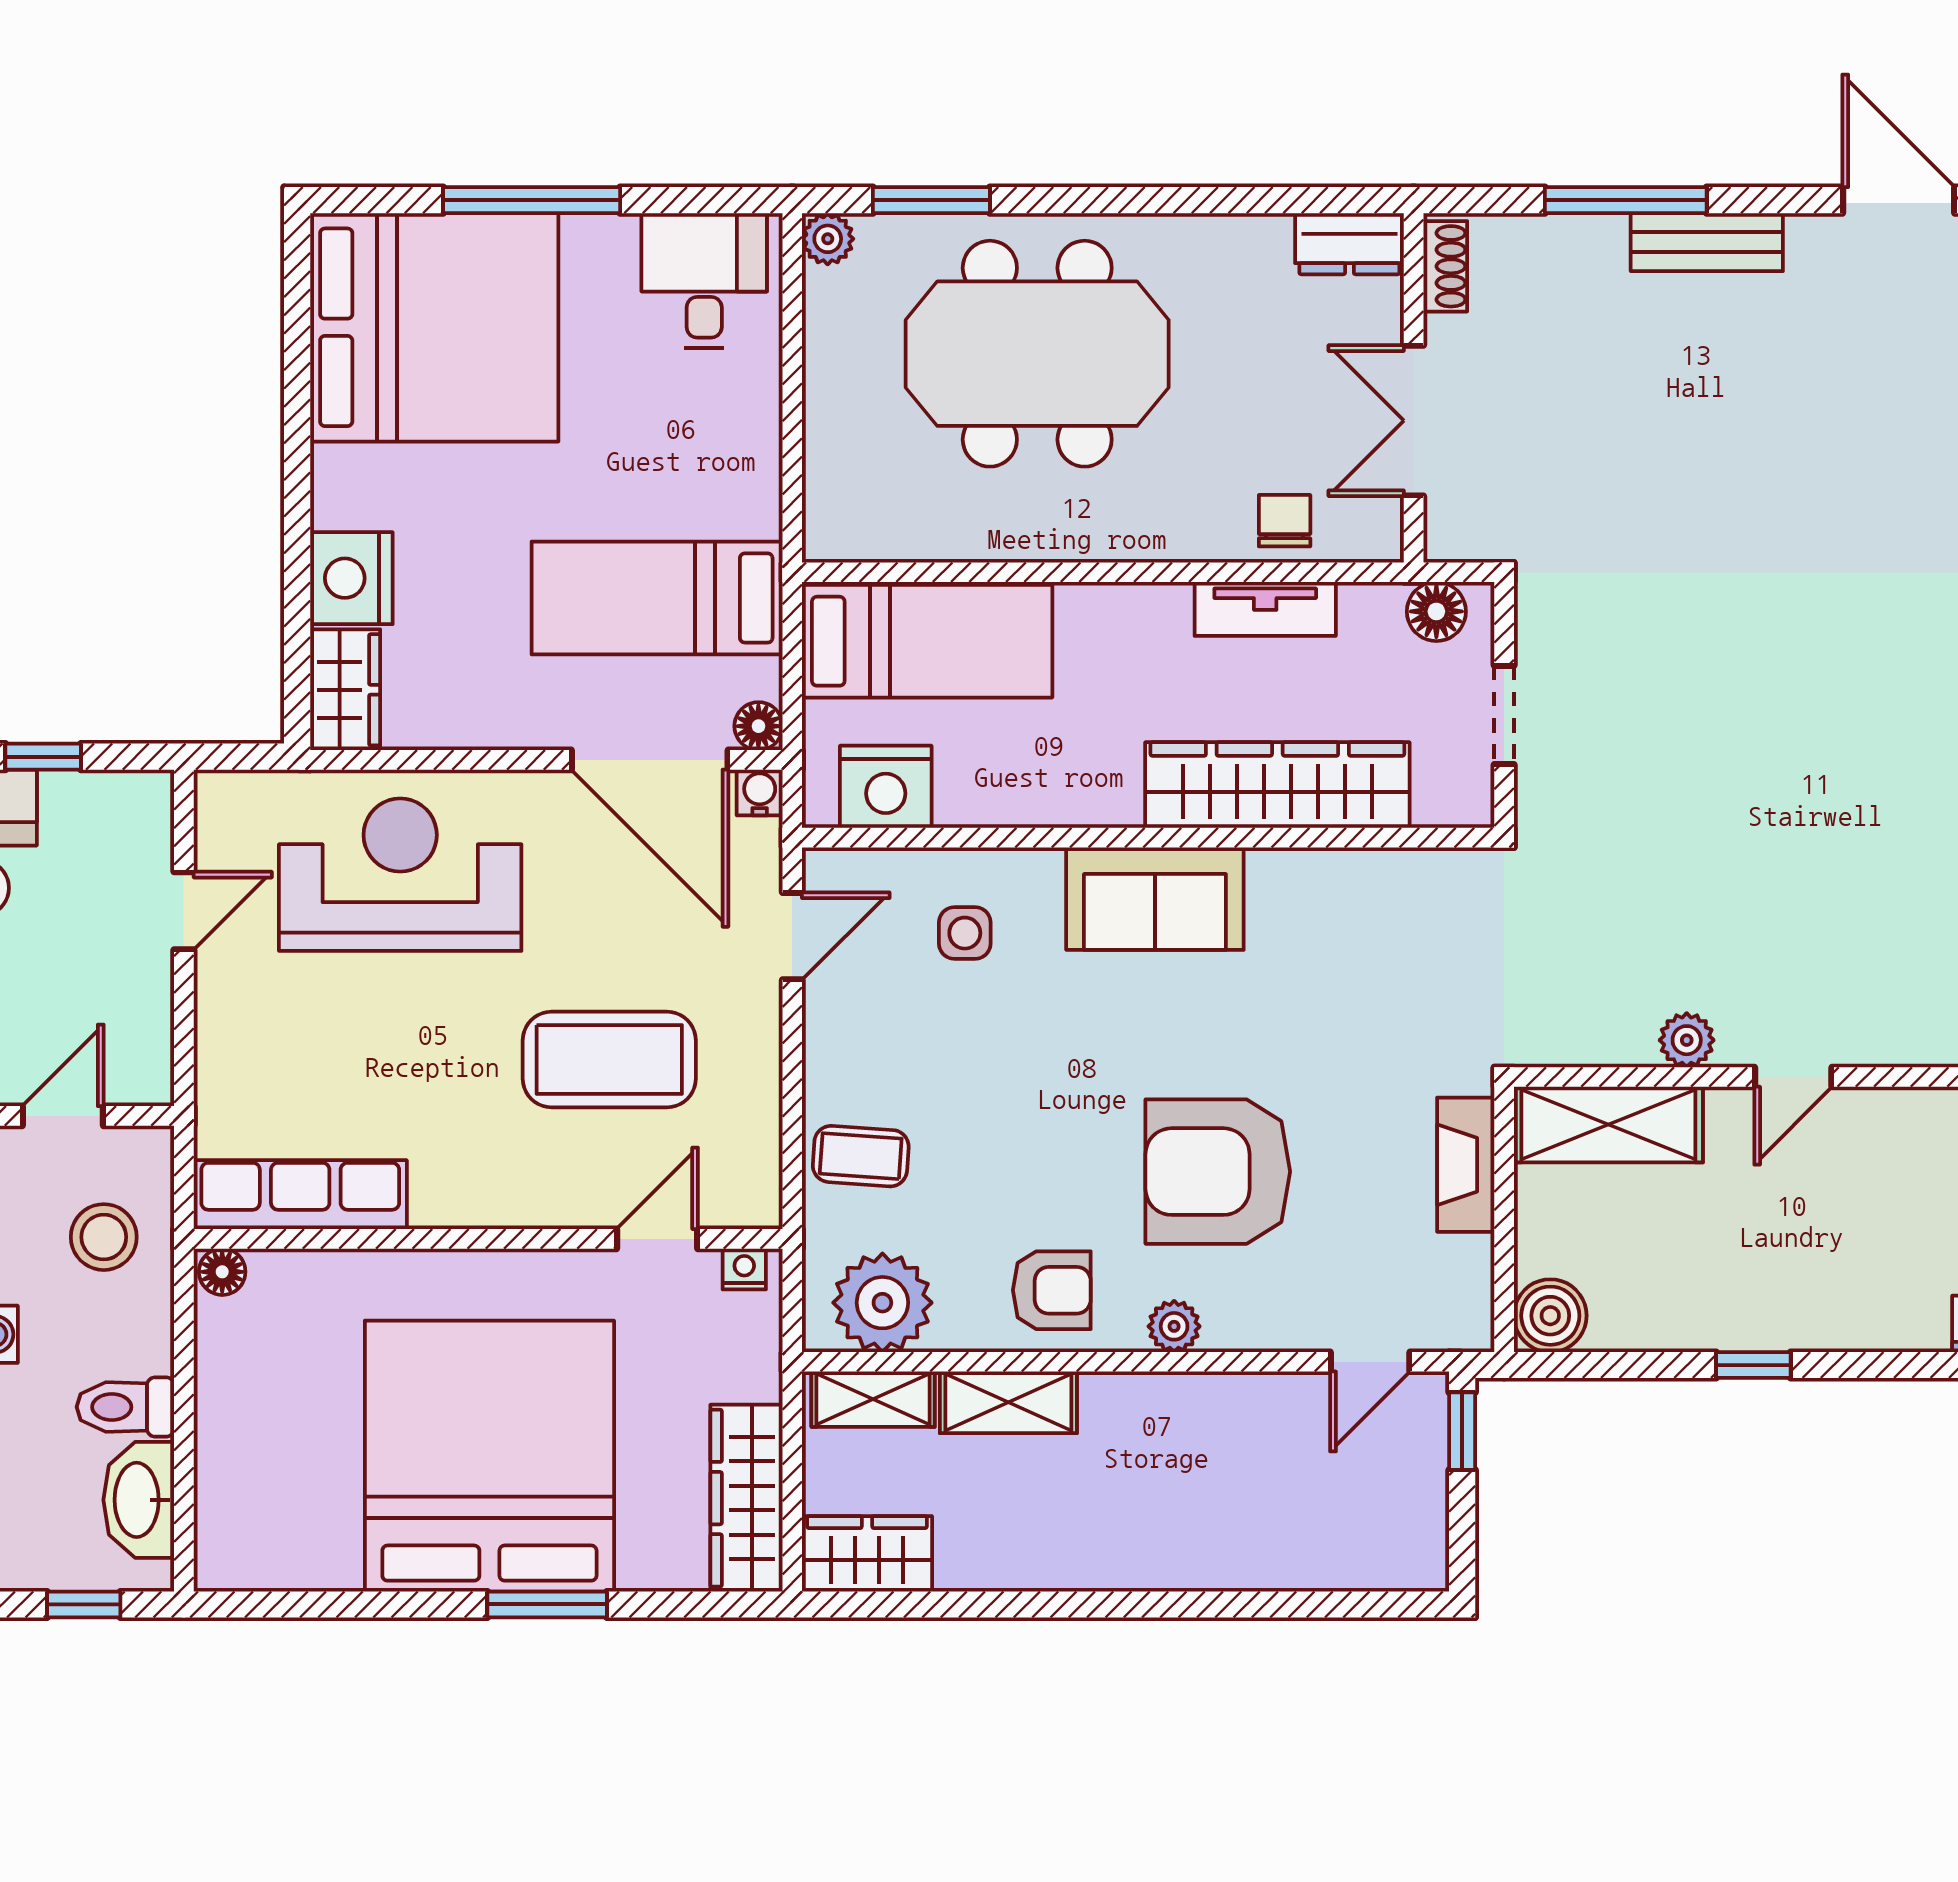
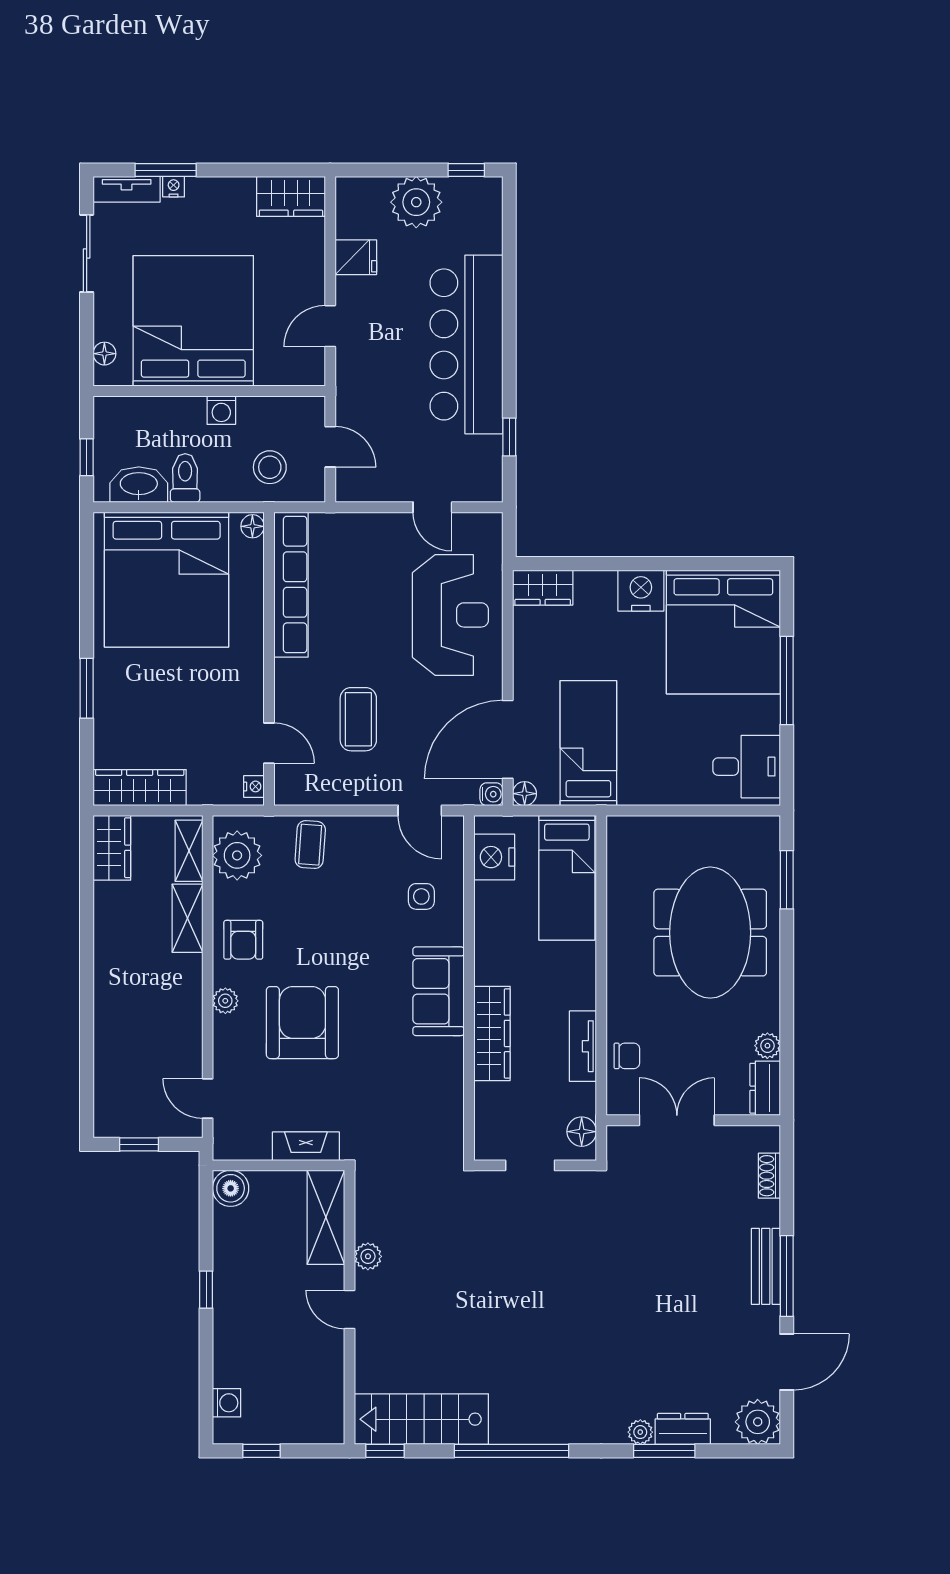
window: (1626, 200) -> (787, 1276), moved
plant: (828, 239) -> (767, 1046), moved
shoe rack: (1445, 266) -> (769, 1176), moved, turned 90
nightstand: (351, 578) -> (641, 591), moved
wardrobe: (1277, 785) -> (492, 1033), width x0.71, depth x0.85
coffee table: (609, 1060) -> (358, 719), width x0.73, depth x0.76
row of seats: (300, 1195) -> (291, 585), width x1.36
window: (1462, 1431) -> (139, 1144), moved
bed: (489, 1456) -> (167, 580), moved, turned 90

